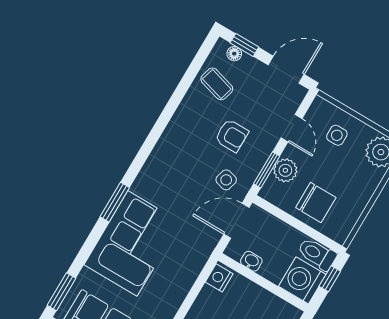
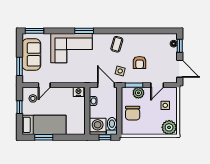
coffee table: (217, 84) -> (117, 44), moved

